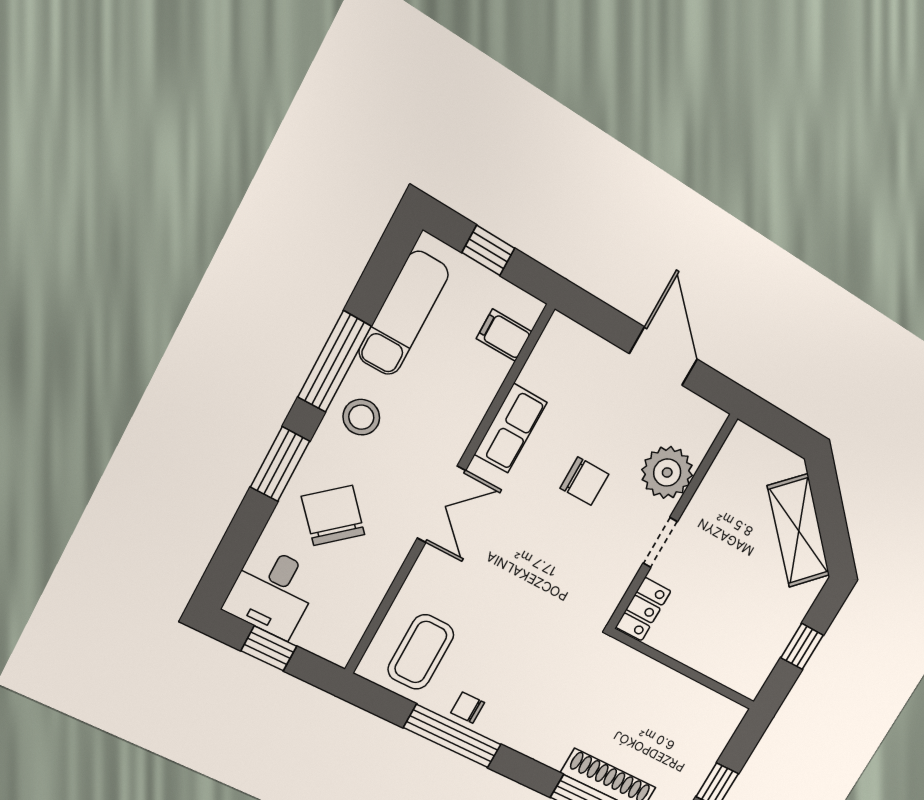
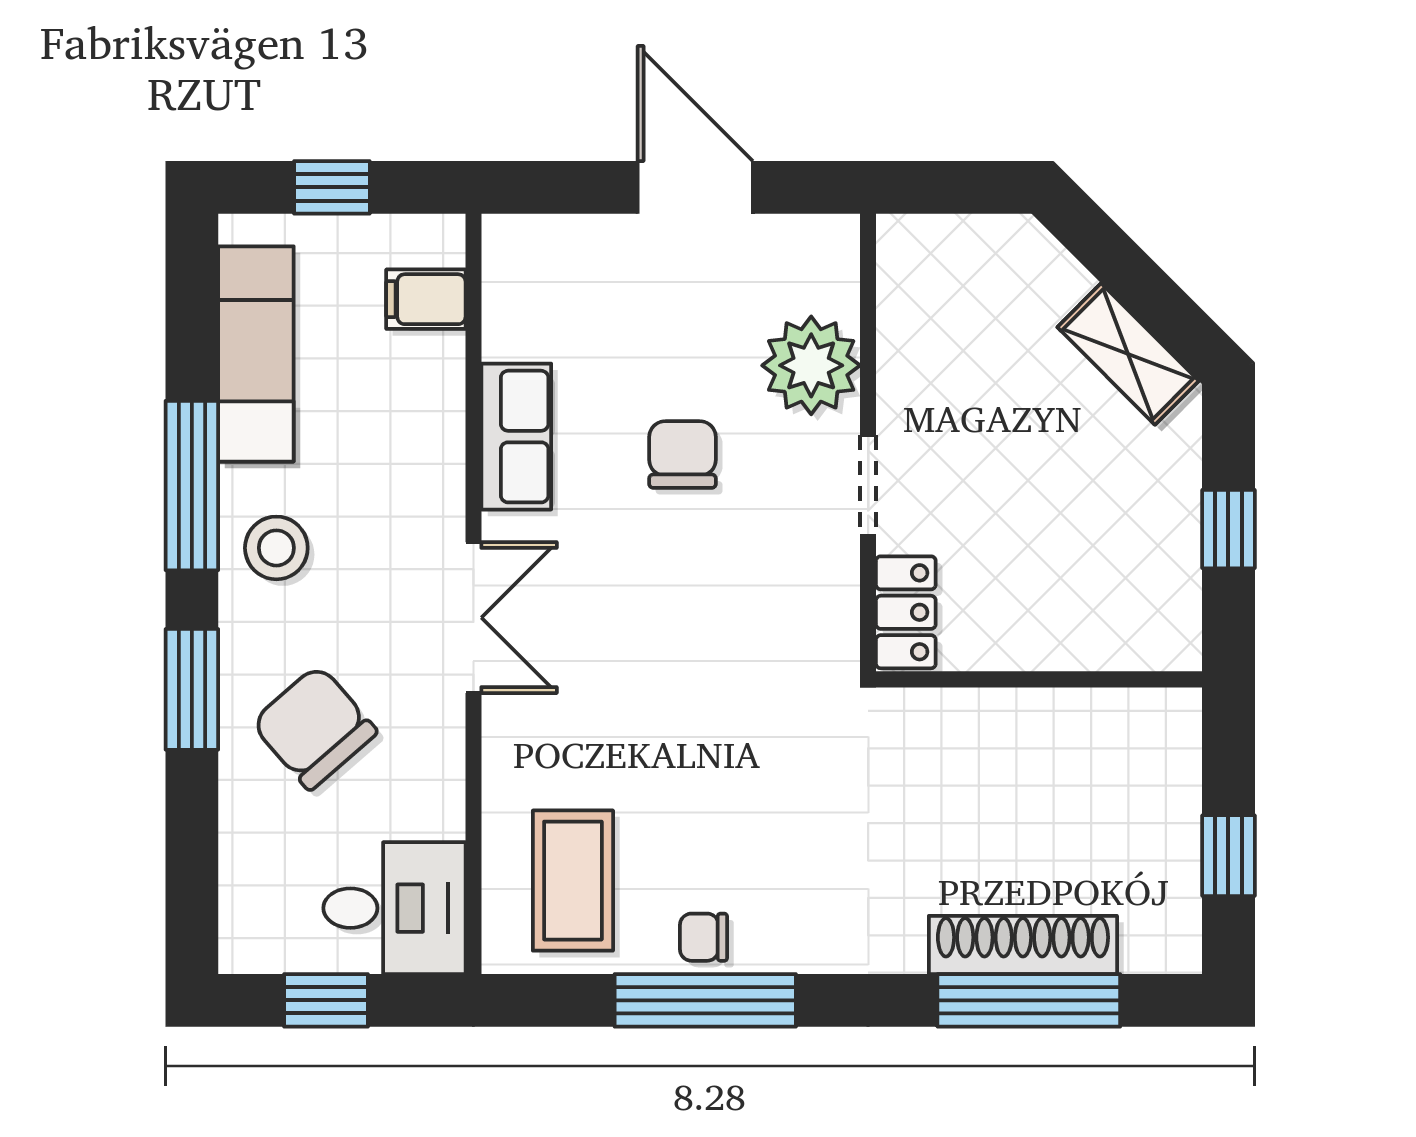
chair: (584, 481) -> (683, 454), turned -90
shelving: (799, 531) -> (1128, 354), width x0.67, depth x0.75
desk: (272, 592) -> (394, 908), moved, turned -90

